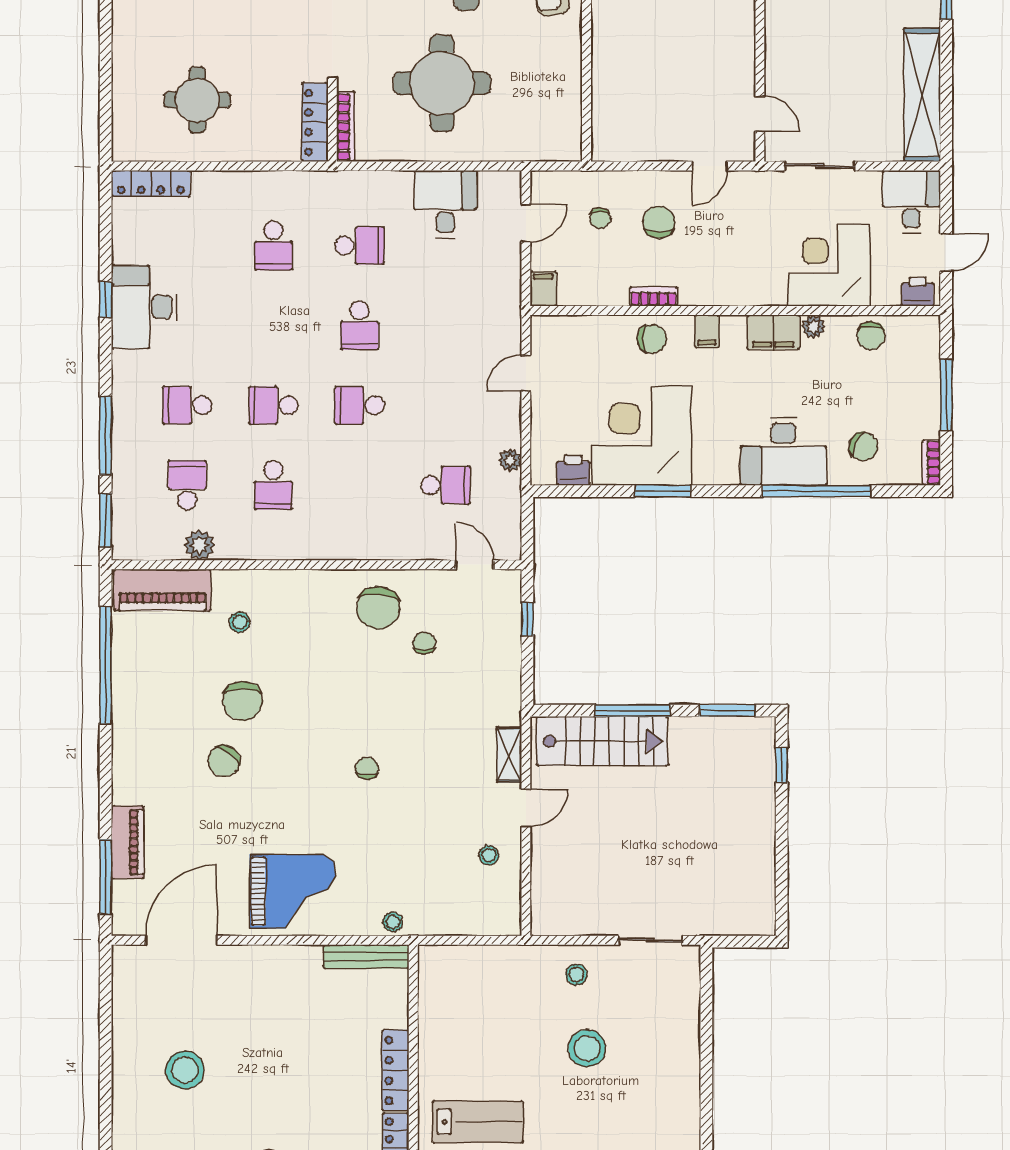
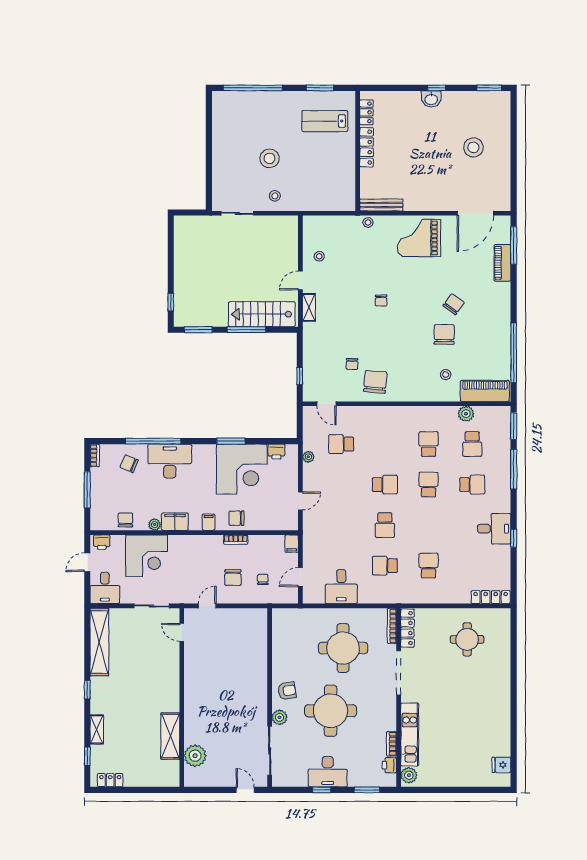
desk: (144, 307) -> (494, 529), width x0.73
school desk: (360, 325) -> (385, 525), turned 180
school desk: (273, 405) -> (429, 485), turned -90

